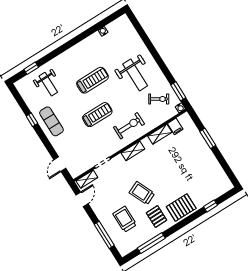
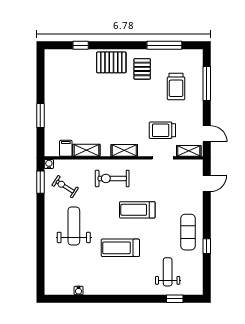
trolley: (142, 193) -> (162, 130), moved, turned 114
door: (82, 199) -> (207, 134), swing flipped

